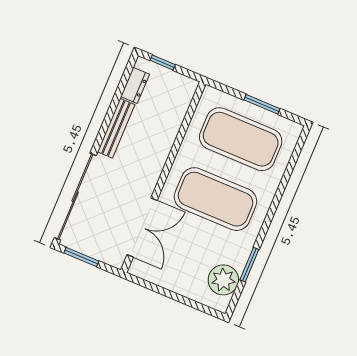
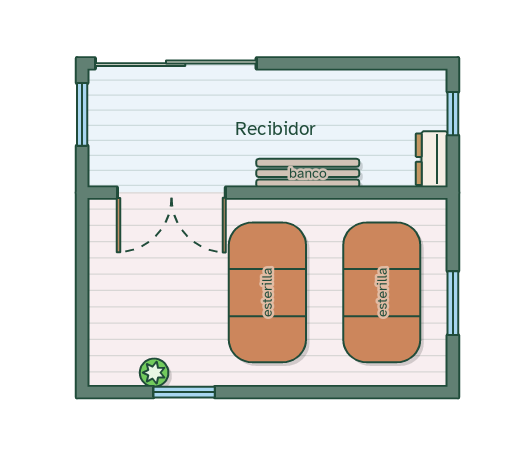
dresser: (135, 85) -> (432, 159), moved, turned 90
bench: (116, 128) -> (308, 173), moved
plant: (223, 280) -> (154, 373), width x0.53, depth x0.53

